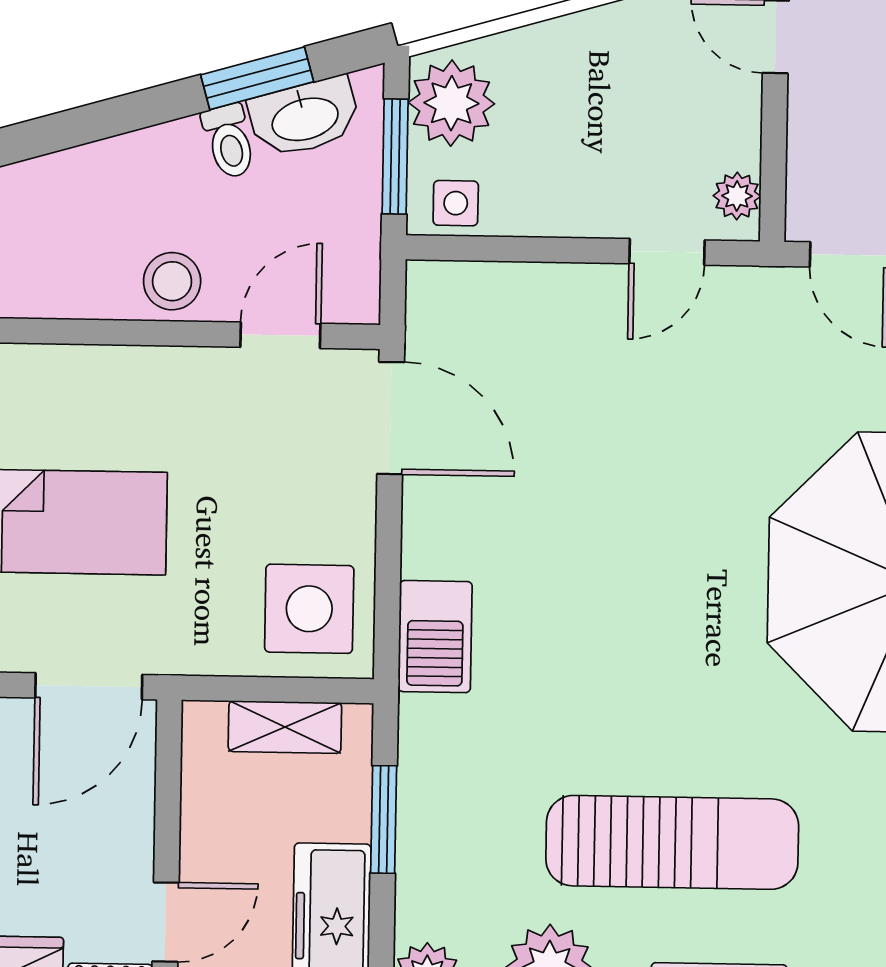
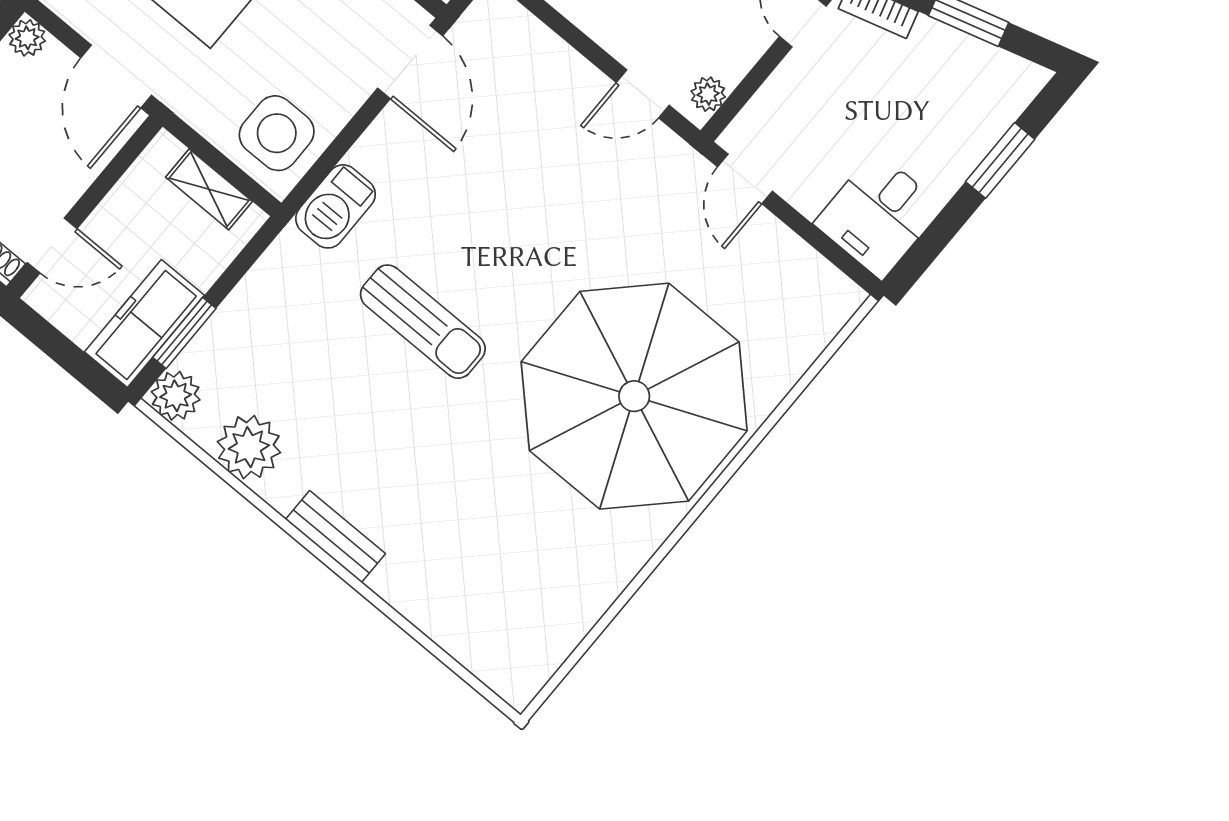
door: (89, 686) -> (116, 77), hinge flipped
window: (384, 819) -> (184, 333), moved
sun lounger: (672, 842) -> (423, 322), moved, width x0.73, depth x0.75

